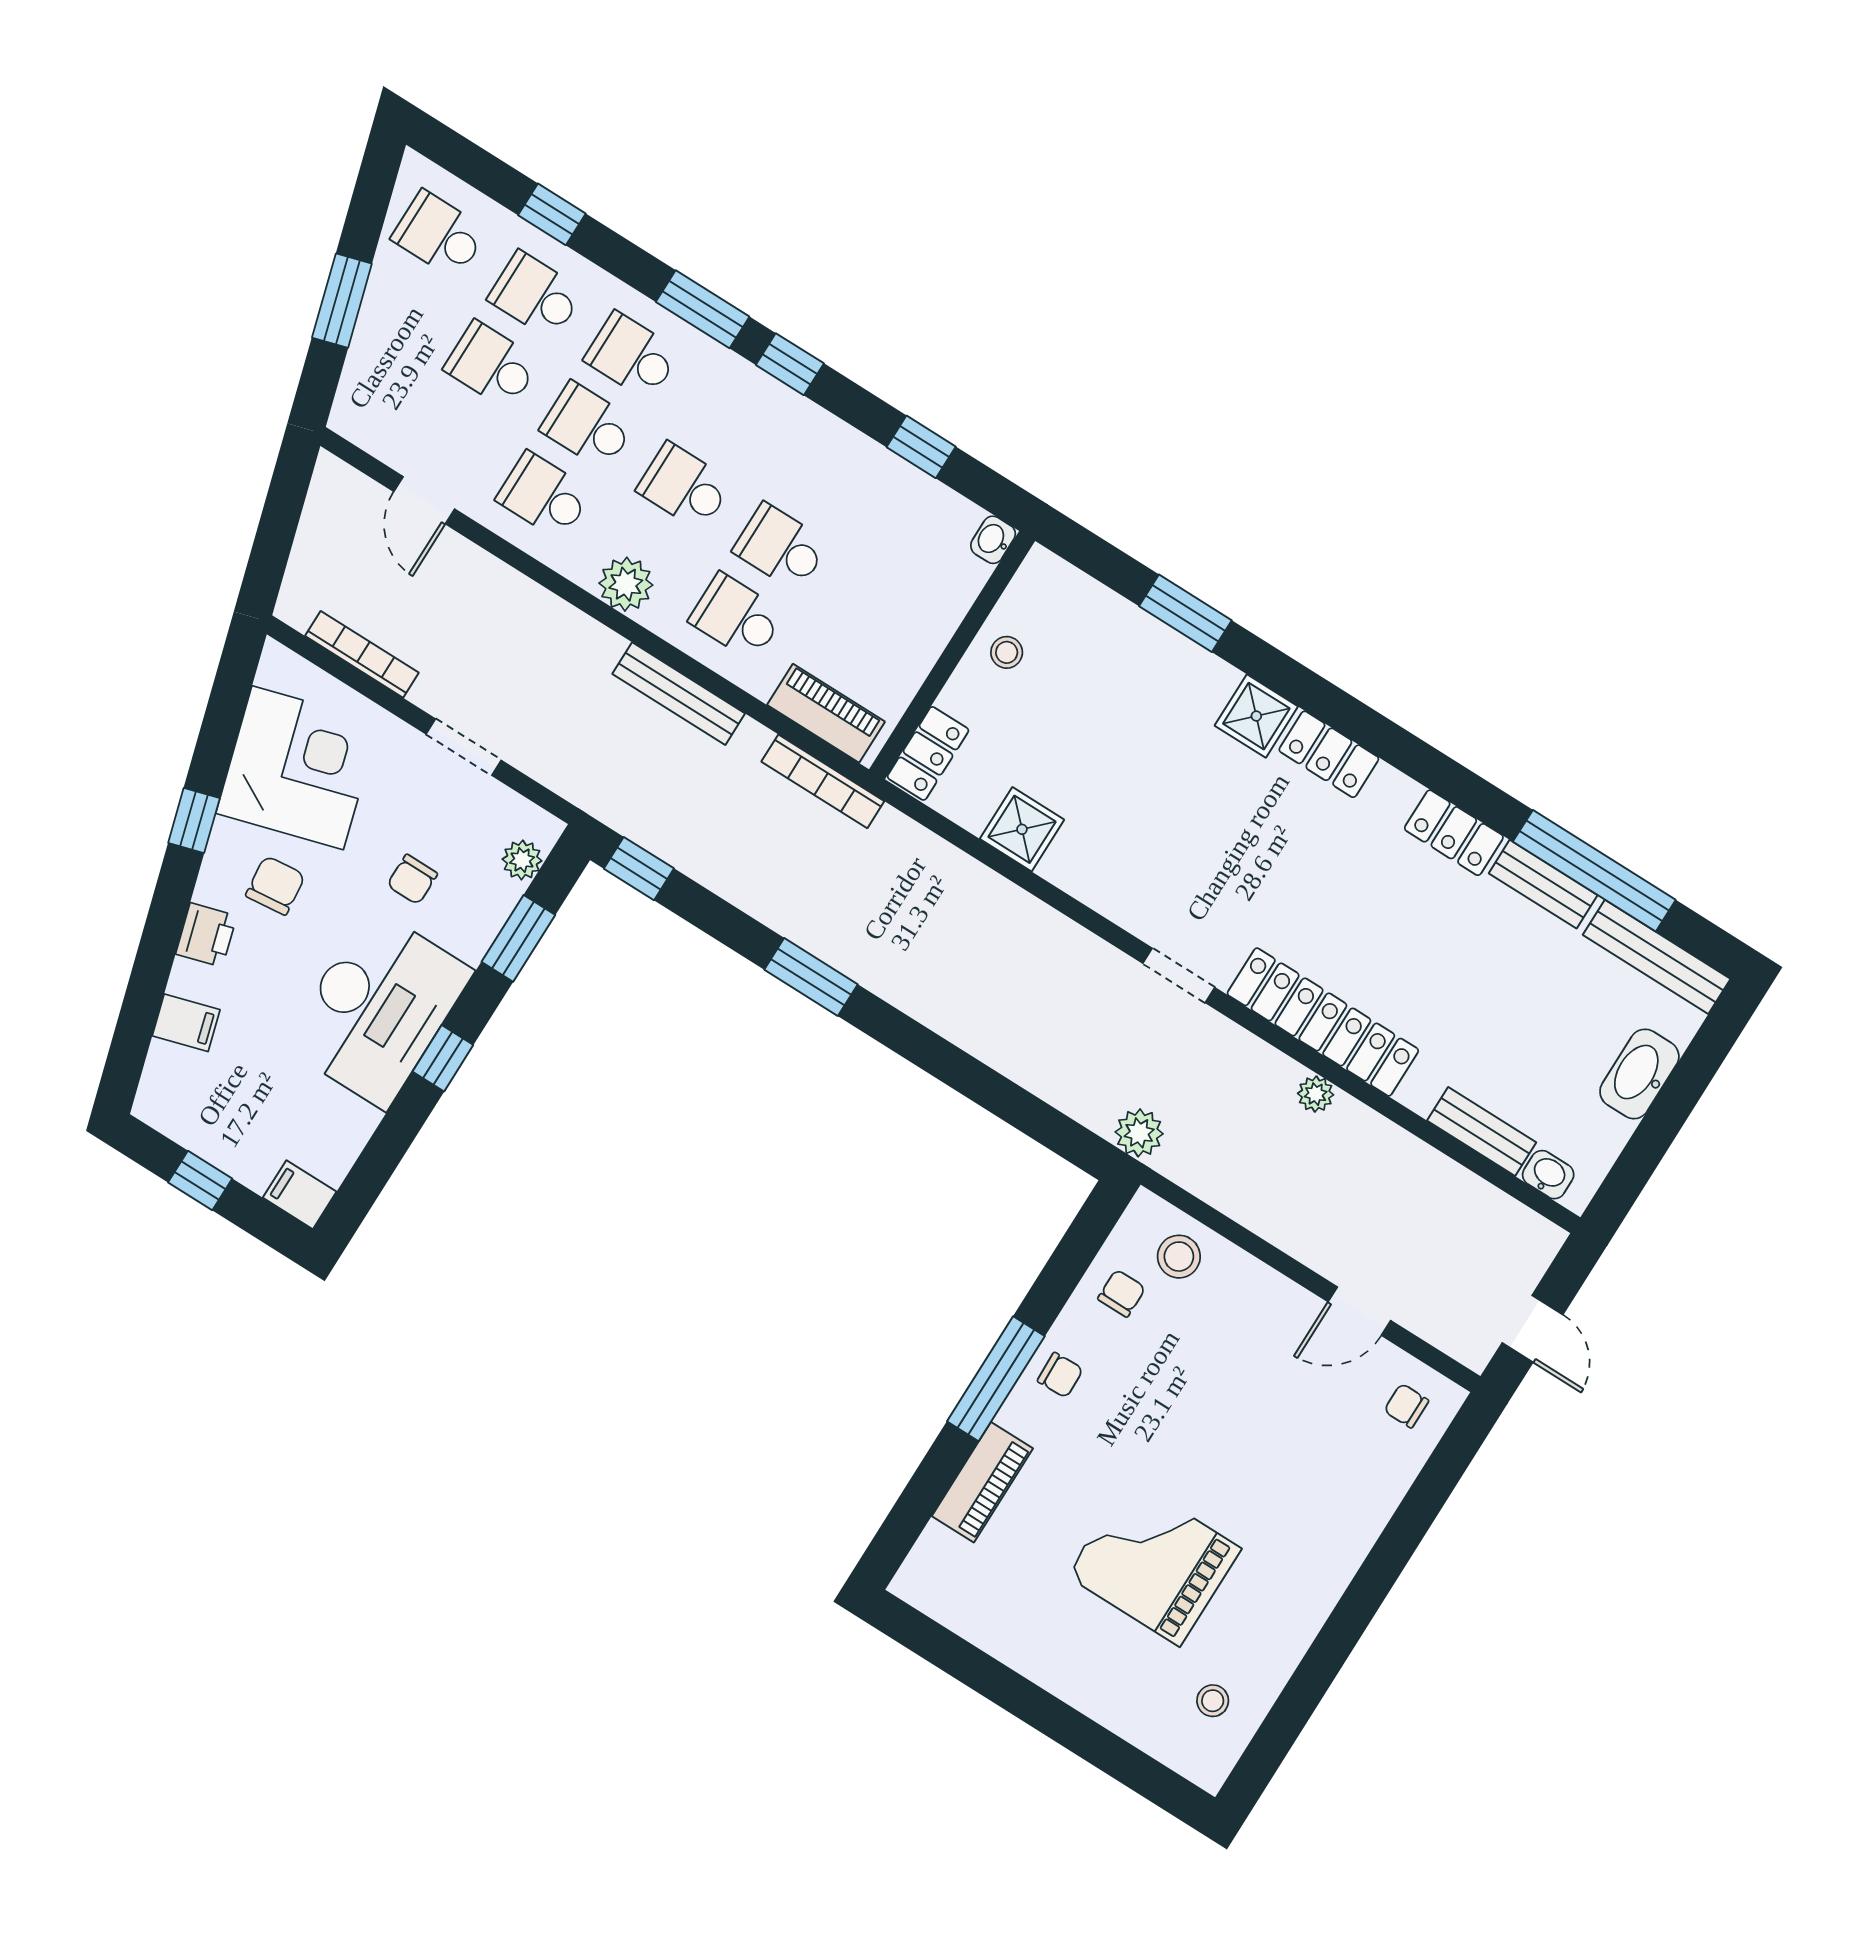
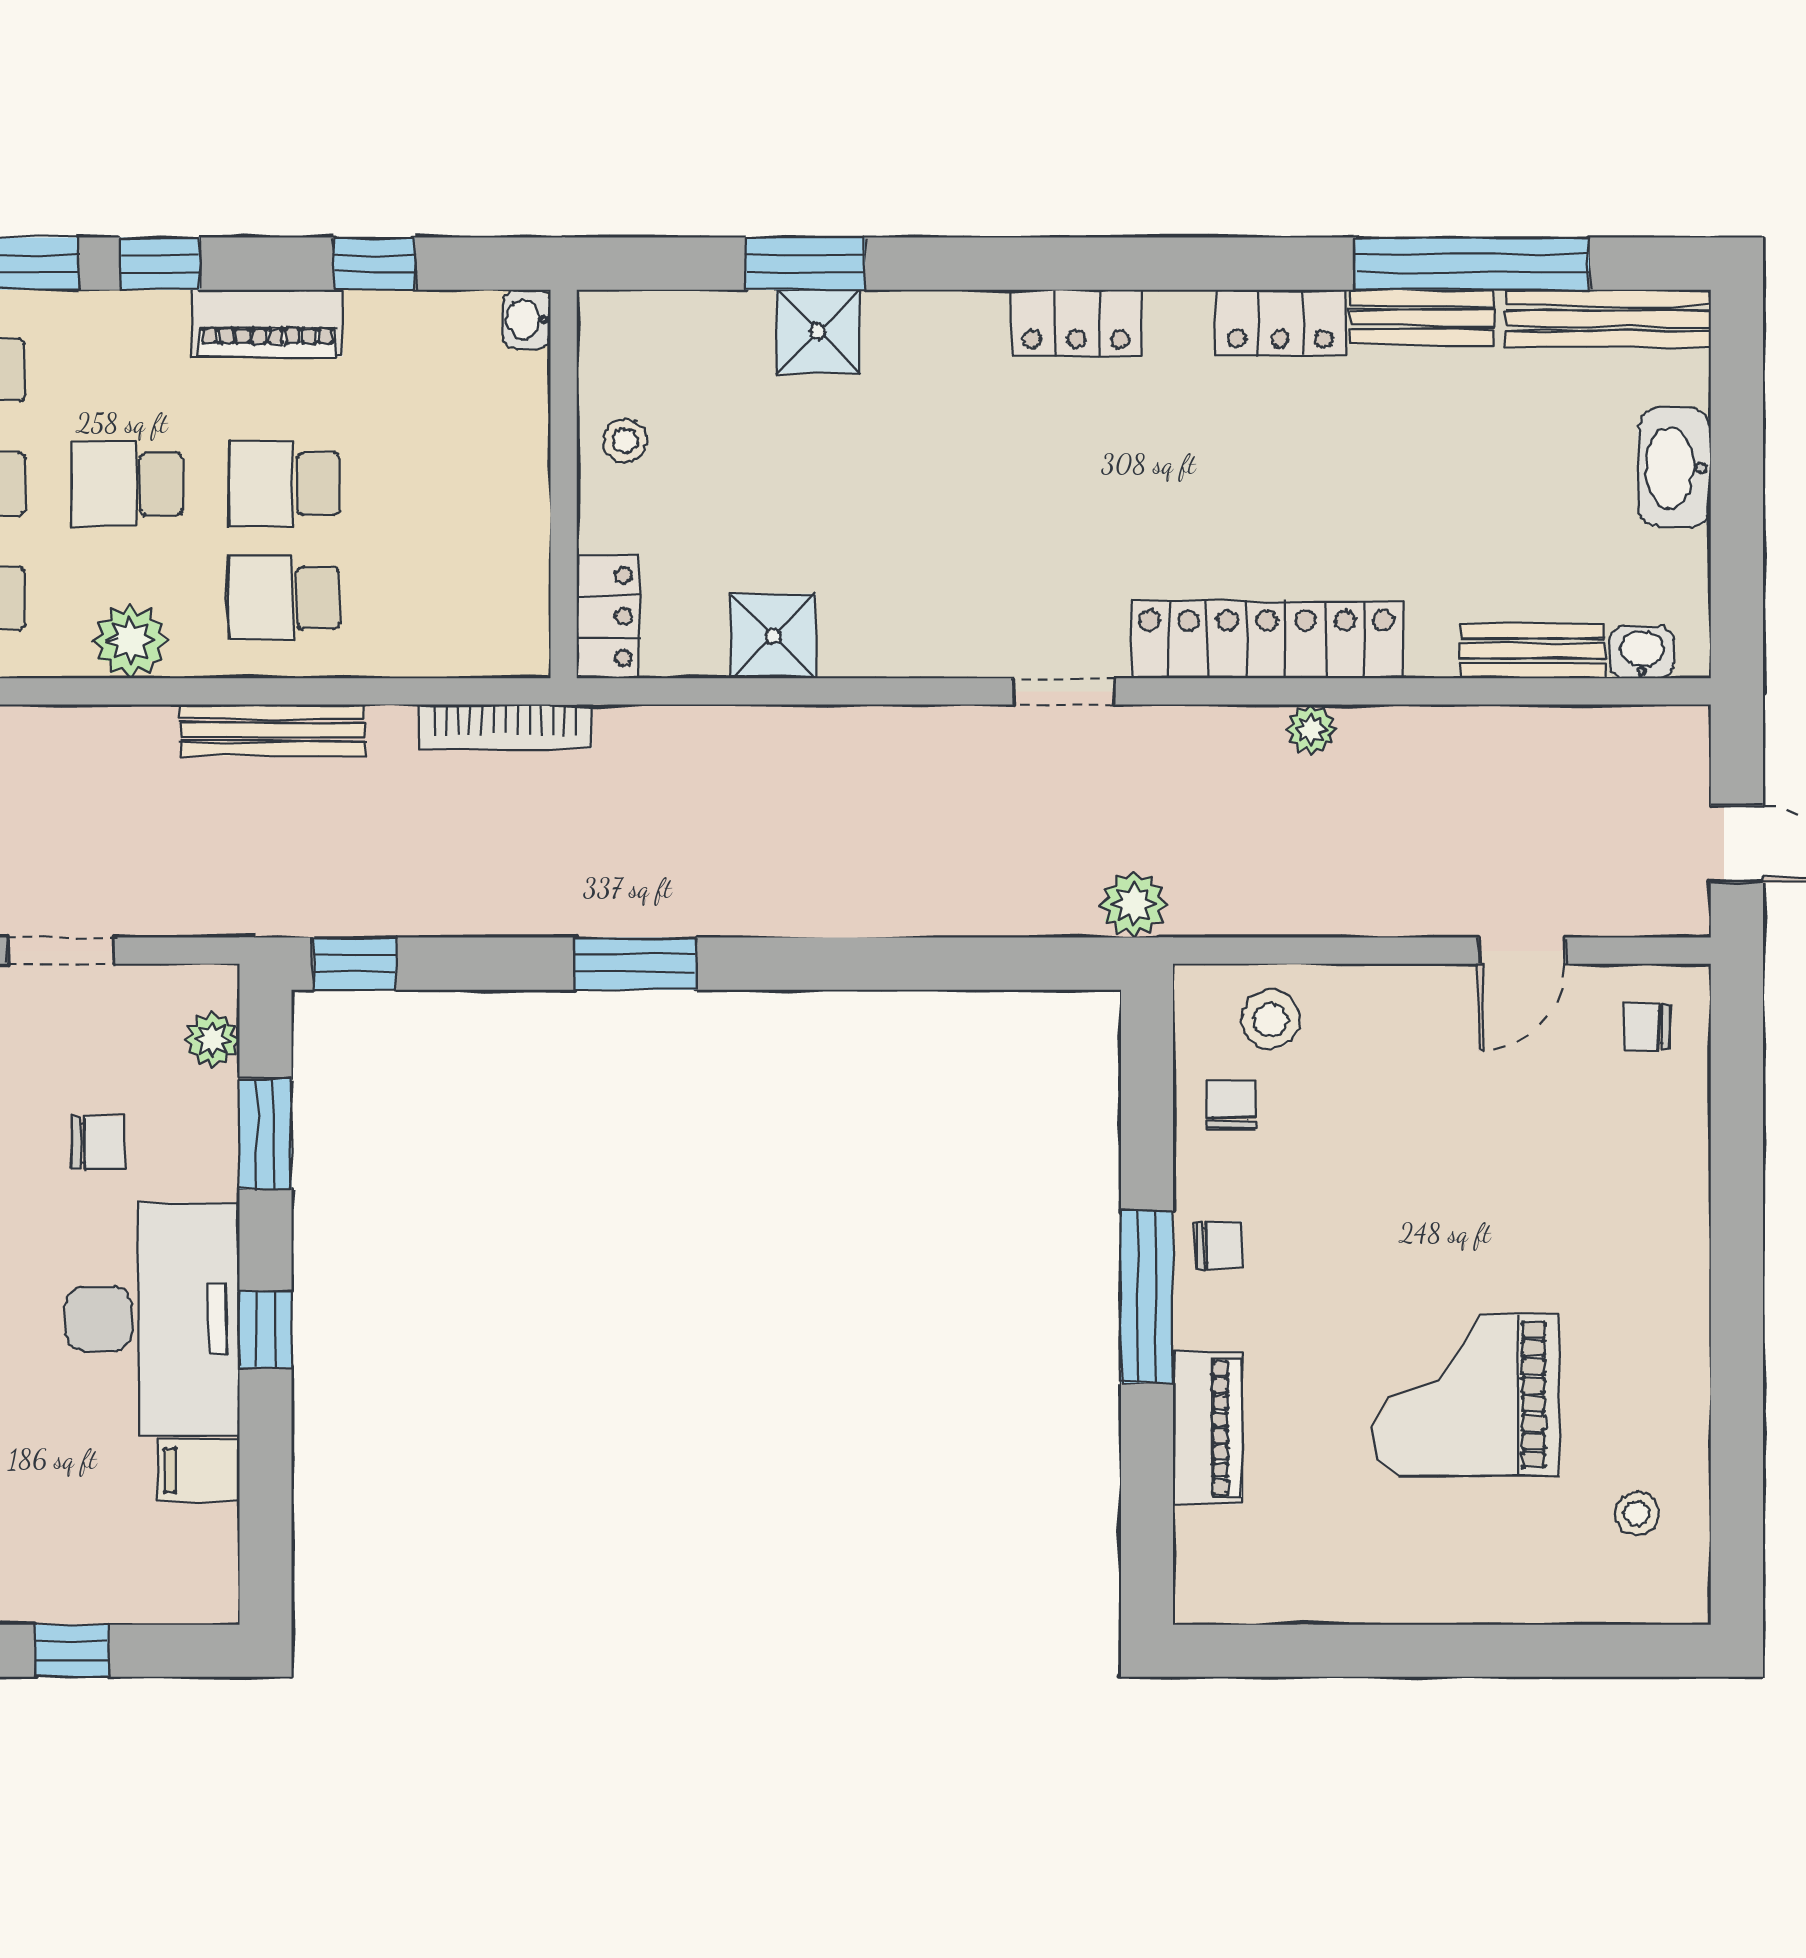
piano: (826, 713) -> (268, 323), moved, turned 180
shower: (1256, 716) -> (818, 331), moved
chair: (412, 879) -> (98, 1143), turned -90
filing cabinet: (300, 1195) -> (199, 1471), moved

